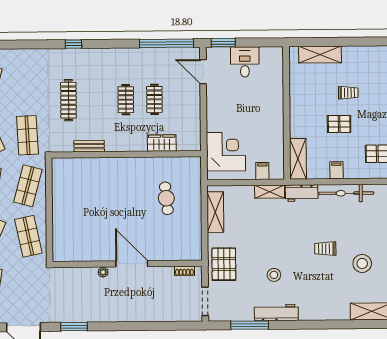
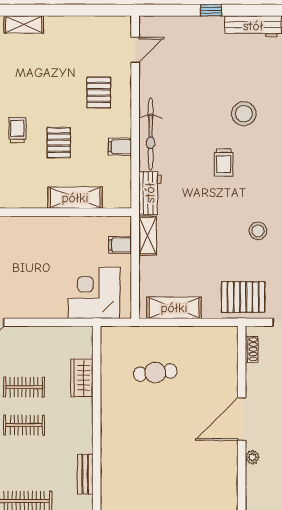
shelving: (298, 159) -> (75, 198), moved

